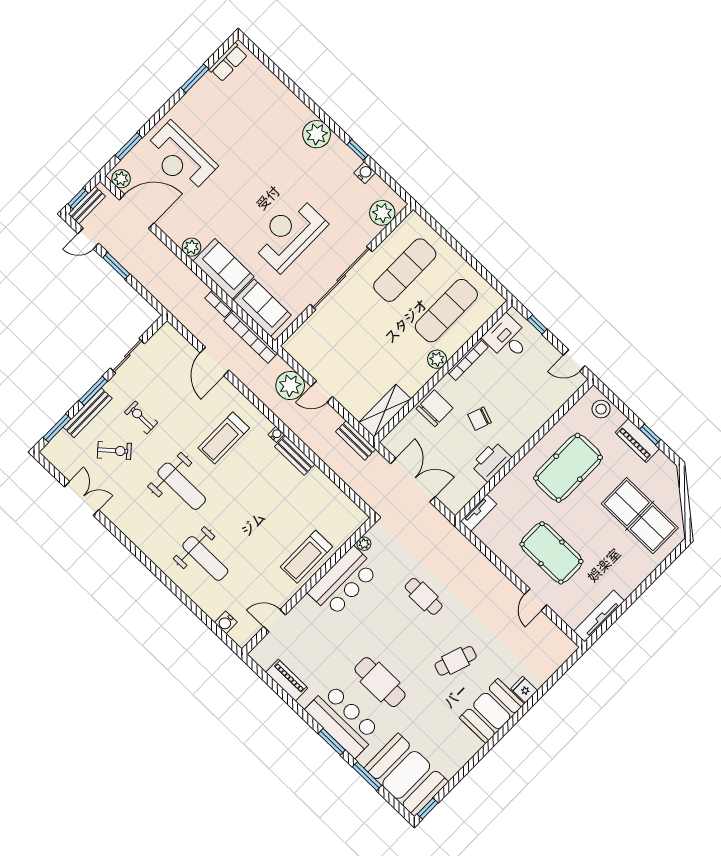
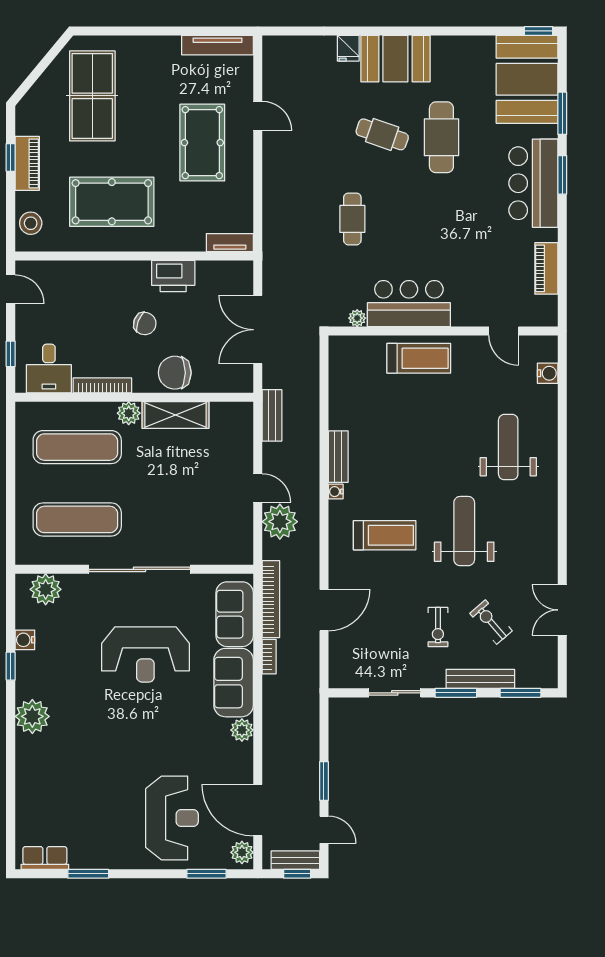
shelving: (385, 411) -> (175, 415), moved
door: (536, 600) -> (258, 116), hinge flipped
cafe table: (380, 682) -> (441, 137), moved

